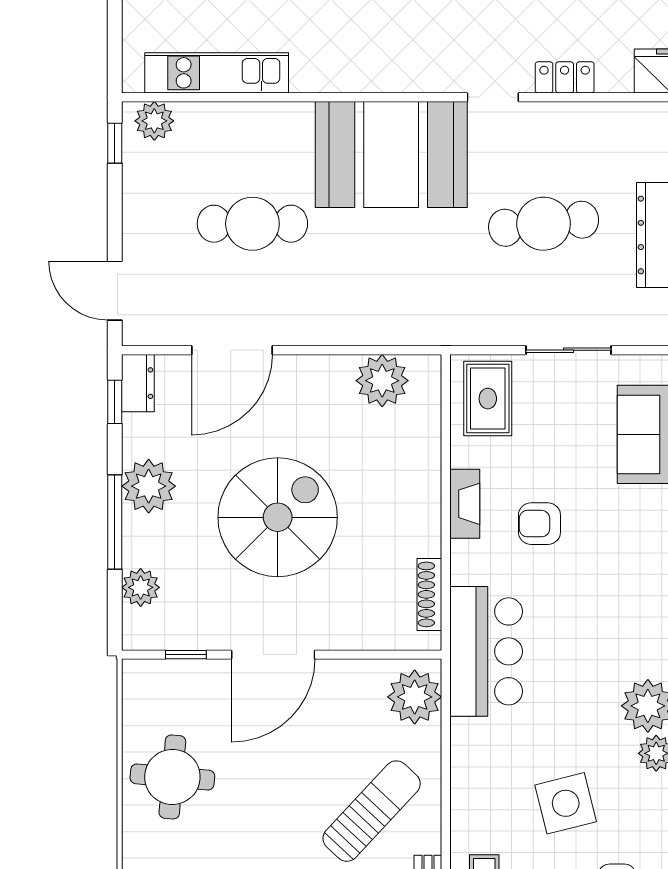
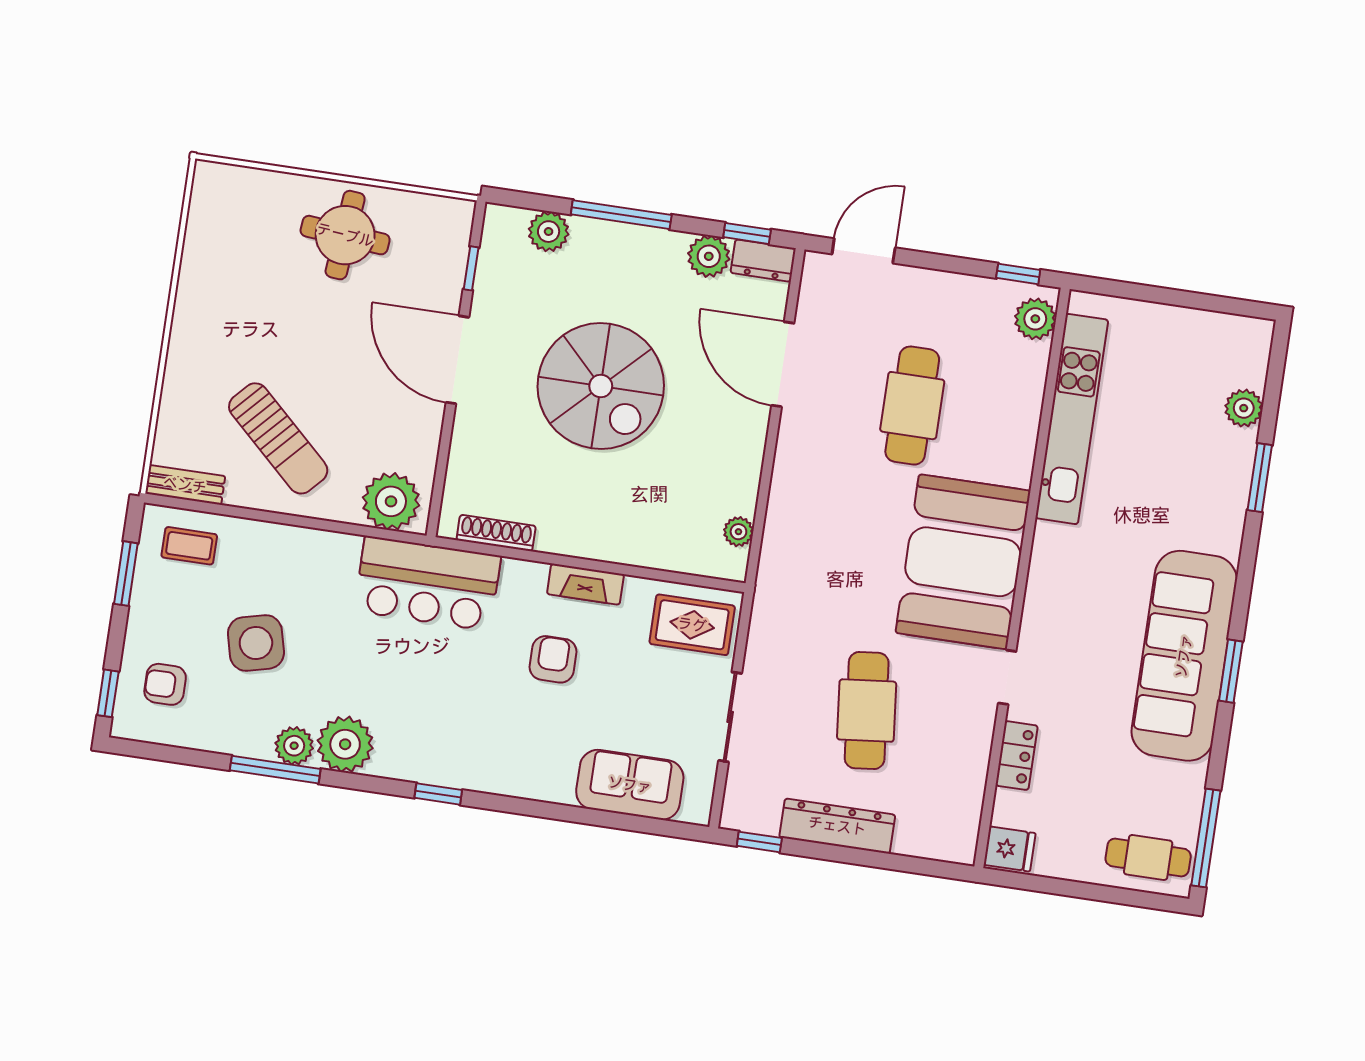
kitchen unit: (217, 73) -> (1072, 419), width x1.36
plant: (382, 381) -> (738, 532), width x0.53, depth x0.53
plant: (149, 486) -> (709, 256), moved, width x0.73, depth x0.73

